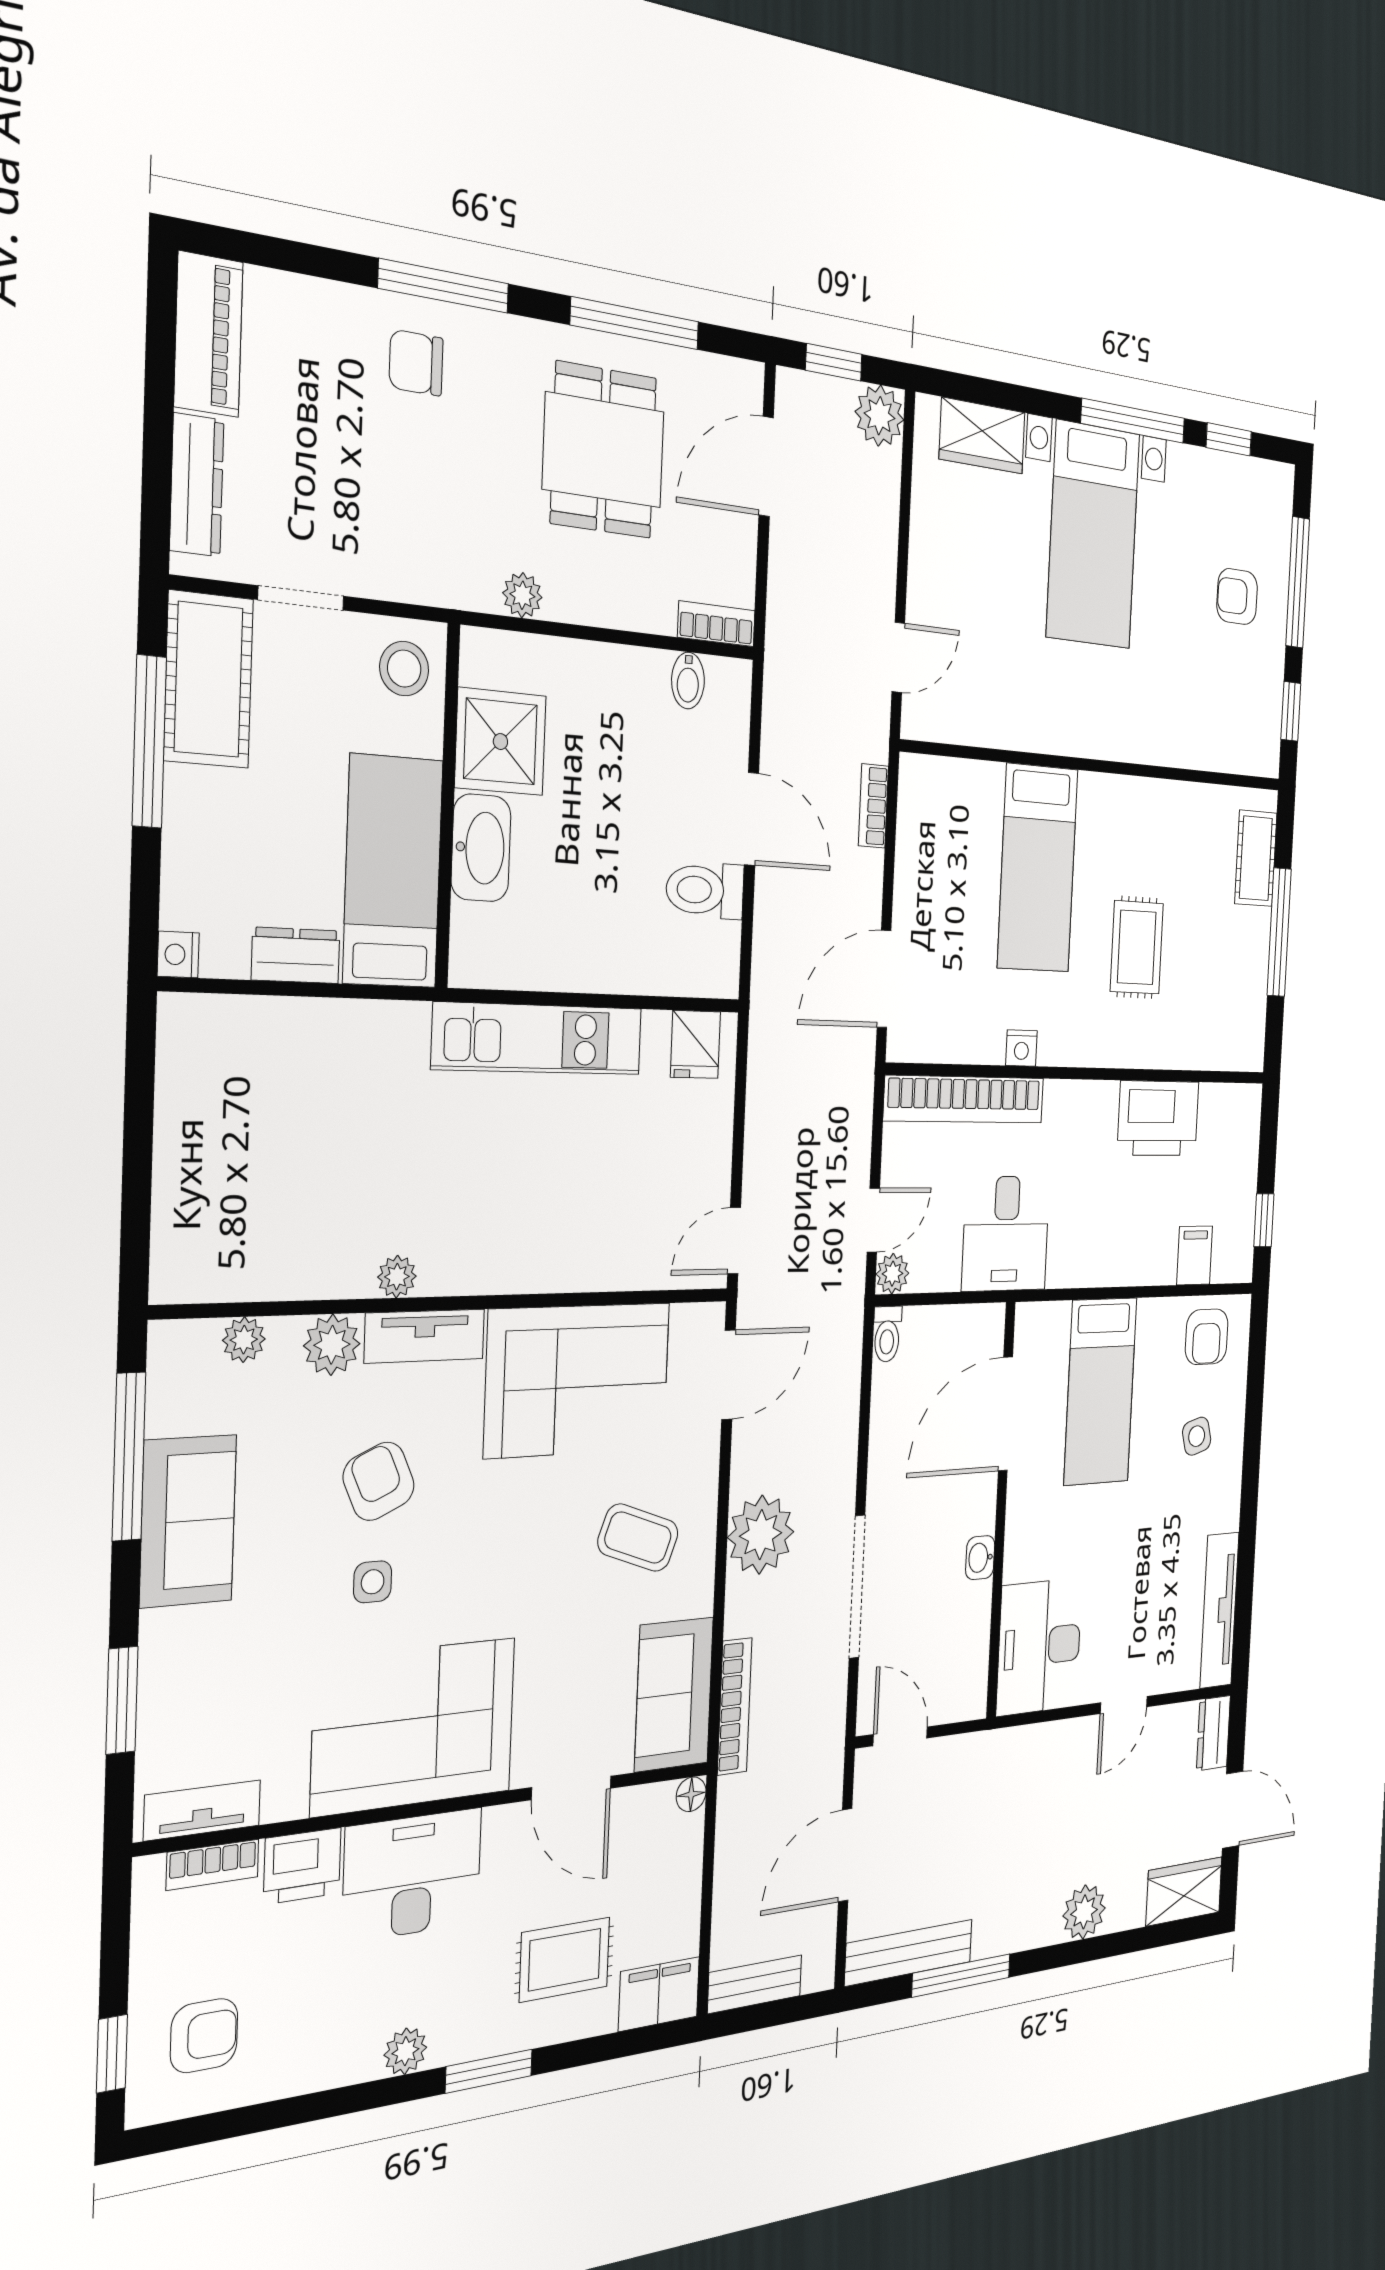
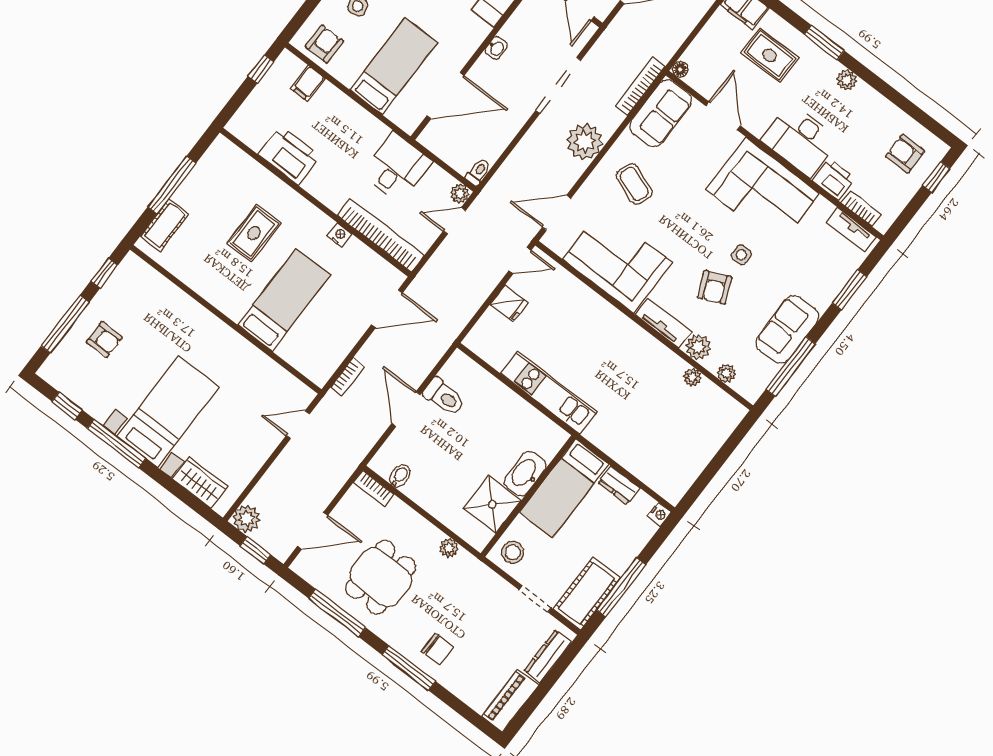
fridge: (695, 1044) -> (509, 303), moved, turned 90
plant: (397, 1277) -> (692, 377), moved

